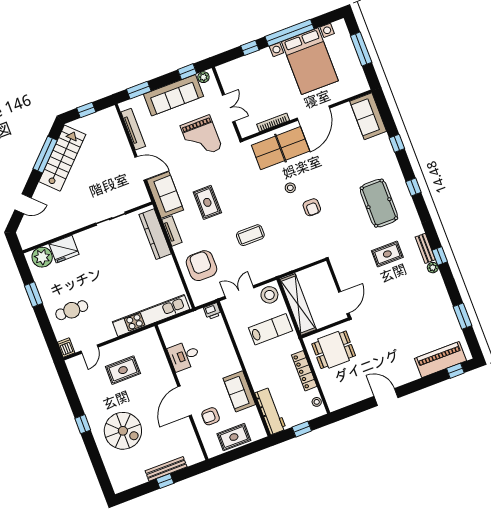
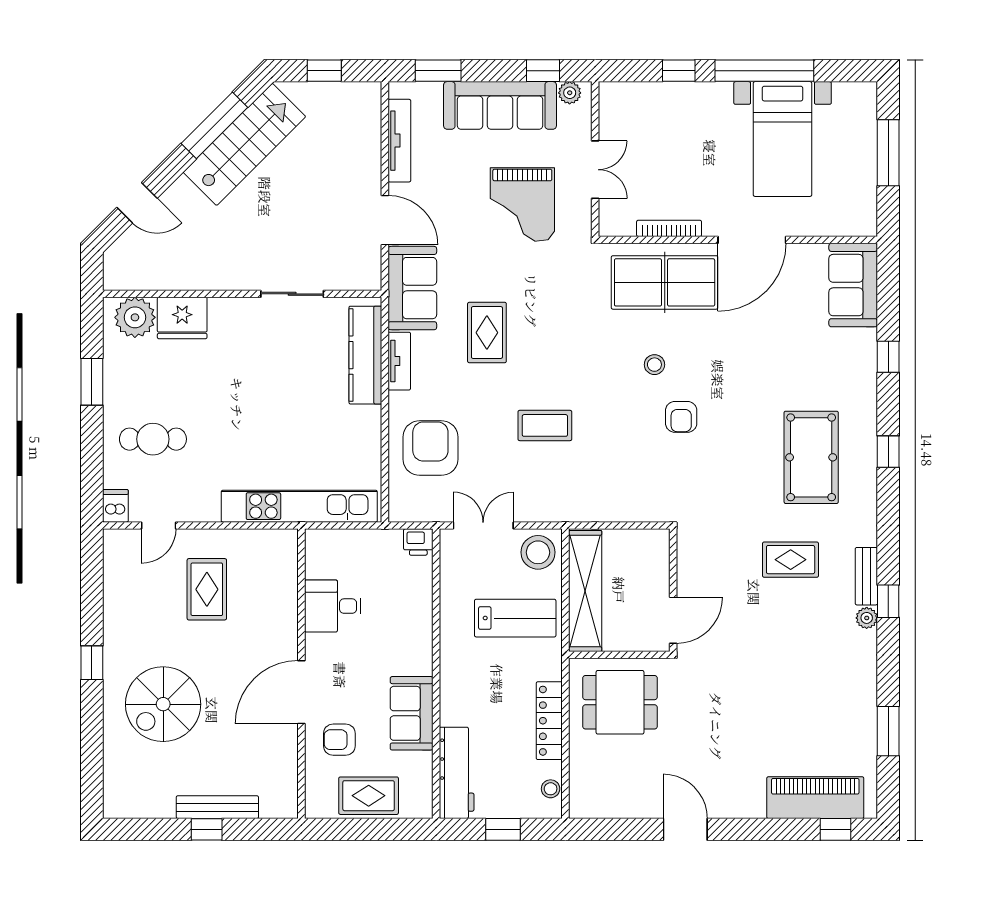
bed with nightstands: (310, 61) -> (783, 139), width x0.73
rug: (123, 370) -> (207, 589), turned 90
spiral stairs: (123, 431) -> (163, 704), turned 90

